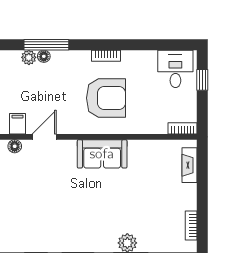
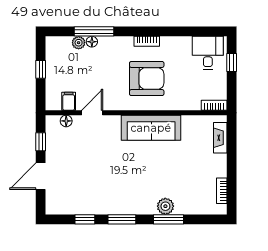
sofa: (102, 154) -> (151, 128), width x1.36

